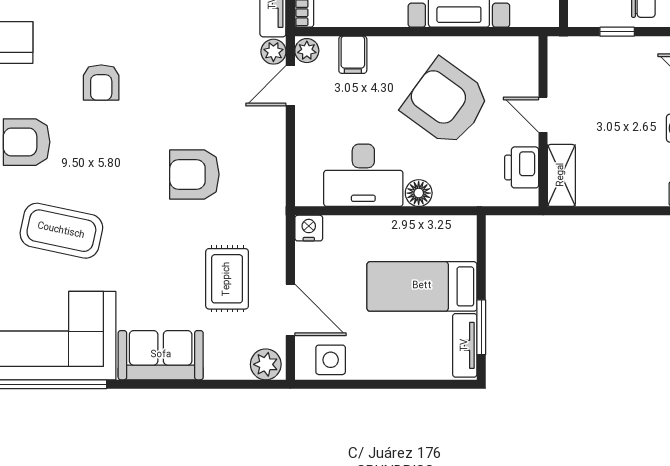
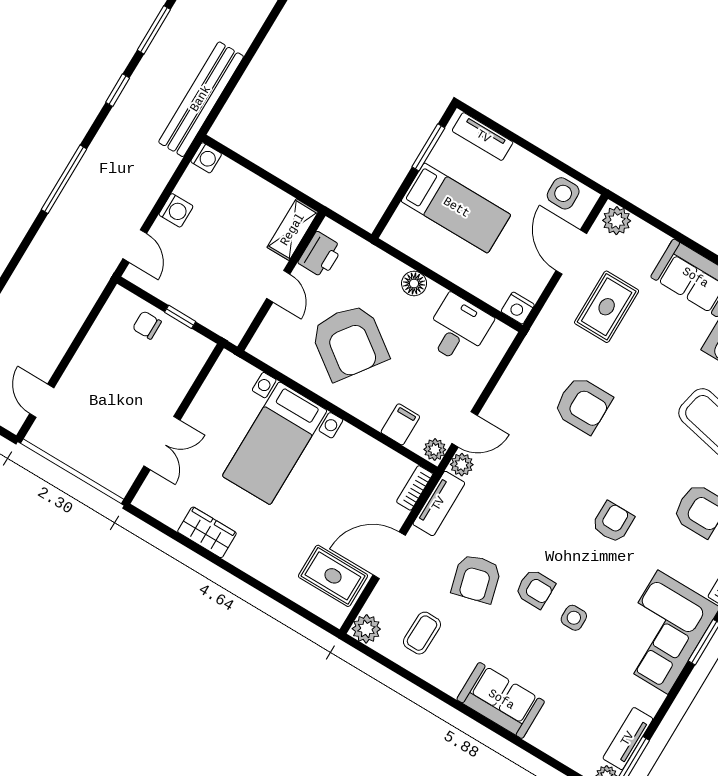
desk: (363, 175) -> (458, 329), width x0.73
tv unit: (465, 345) -> (483, 137), moved, turned 90

